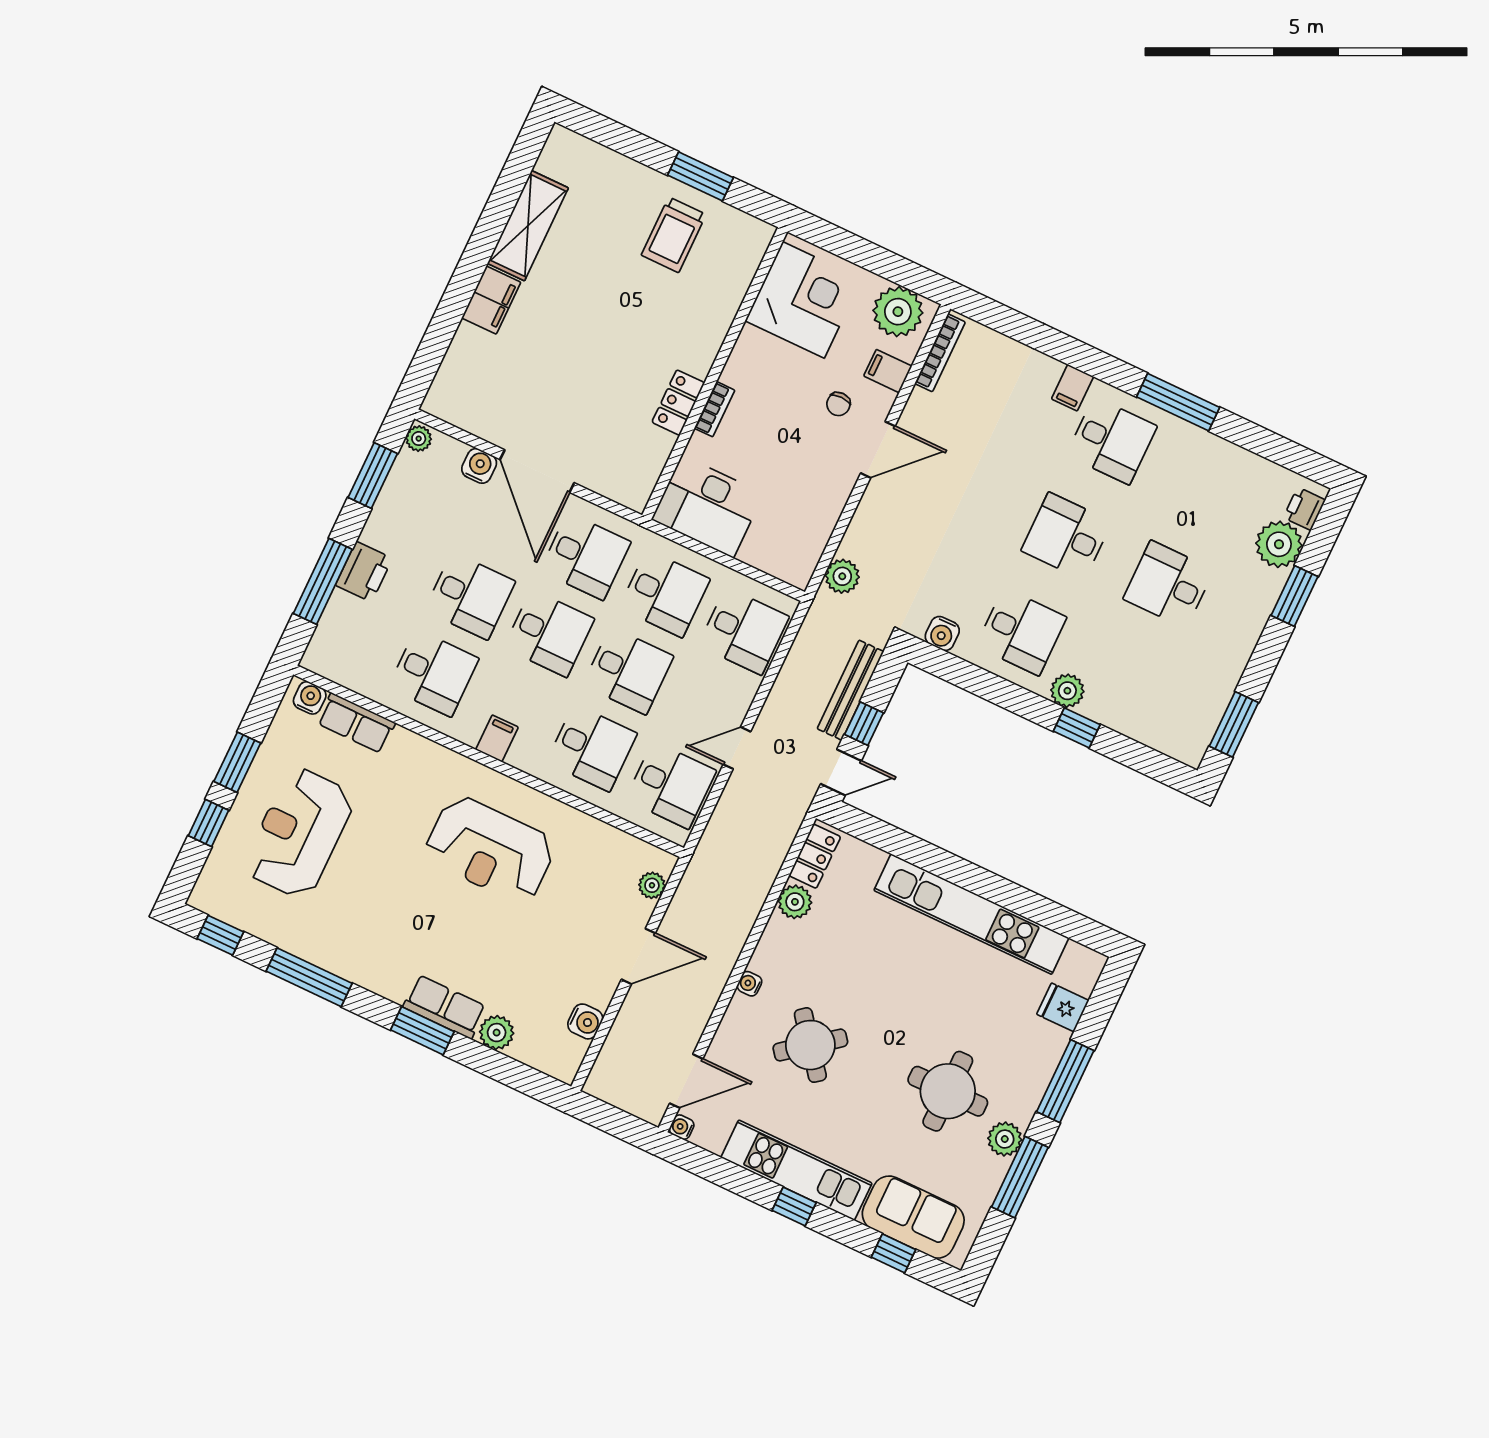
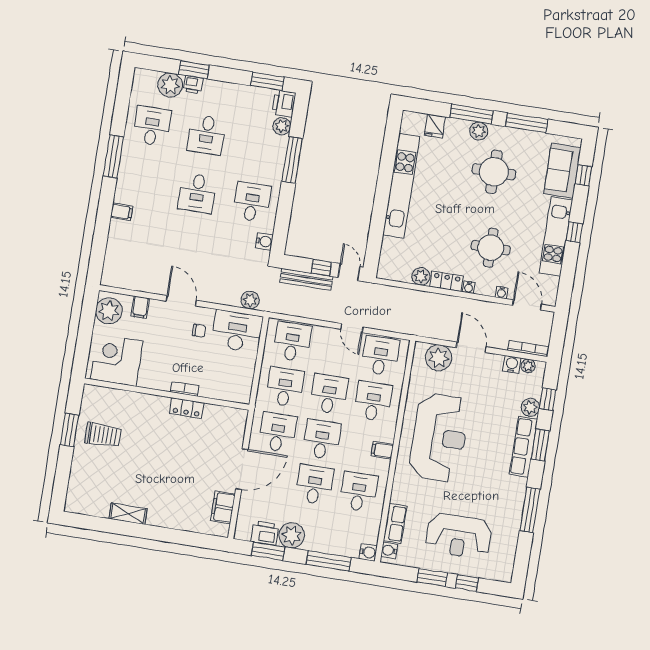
shelving: (528, 226) -> (128, 514), width x0.67, depth x0.75
filing cabinet: (491, 300) -> (223, 507), moved, turned -90
bookcase: (940, 353) -> (528, 349), moved
chair: (838, 404) -> (199, 331), moved
plant: (419, 439) -> (292, 535), moved, width x1.88, depth x1.88
desk: (1112, 441) -> (152, 126), moved
water cooler: (479, 466) -> (368, 552), moved, turned 180
desk: (707, 507) -> (237, 331), moved, turned -90
printer: (1304, 509) -> (193, 85), moved
printer: (364, 572) -> (265, 533), moved
plant: (1067, 691) -> (282, 126), moved
window: (1077, 728) -> (292, 160), width x2.17
printer: (1184, 743) -> (284, 104), added
reception desk: (490, 849) -> (439, 438), width x1.36, depth x1.30
locker: (815, 856) -> (447, 281), moved
plant: (652, 885) -> (439, 358), width x1.87, depth x1.87
window: (220, 935) -> (548, 399), moved
row of seats: (445, 1007) -> (523, 447), width x1.48
round table: (810, 1045) -> (491, 248), turned 38
plant: (574, 1051) -> (528, 366), added
water cooler: (682, 1127) -> (502, 293), moved
plant: (1005, 1139) -> (479, 131), moved

